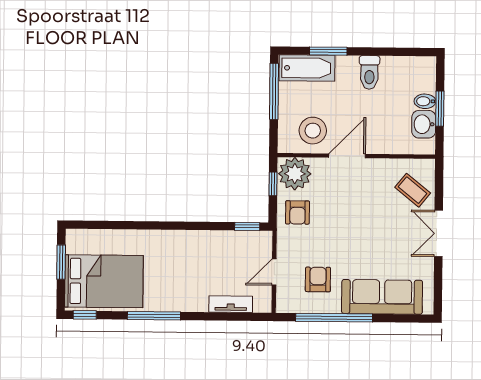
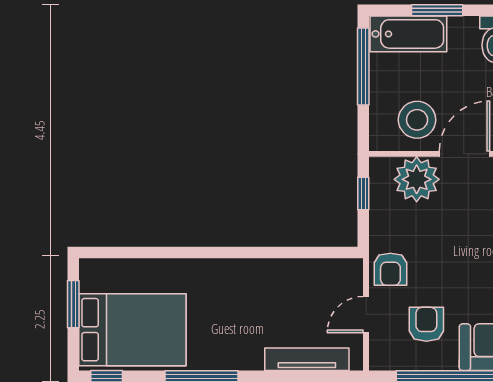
plant: (295, 174) -> (417, 179), moved
armchair: (297, 212) -> (390, 269), moved
window: (247, 226) -> (328, 252), removed
tv unit: (231, 304) -> (307, 359), width x1.41

